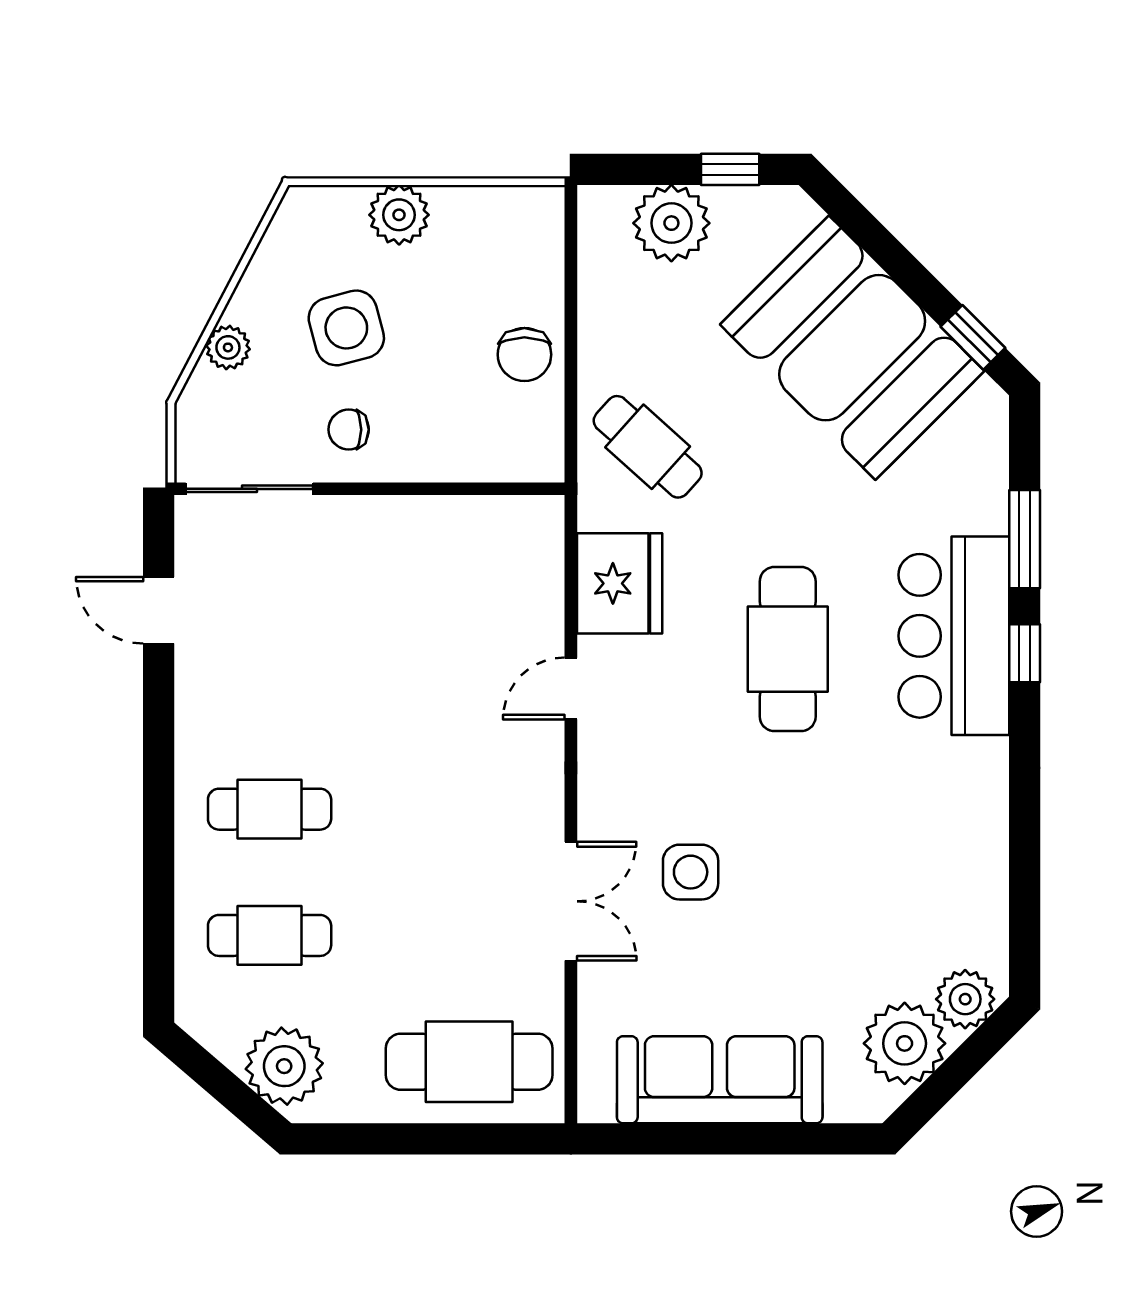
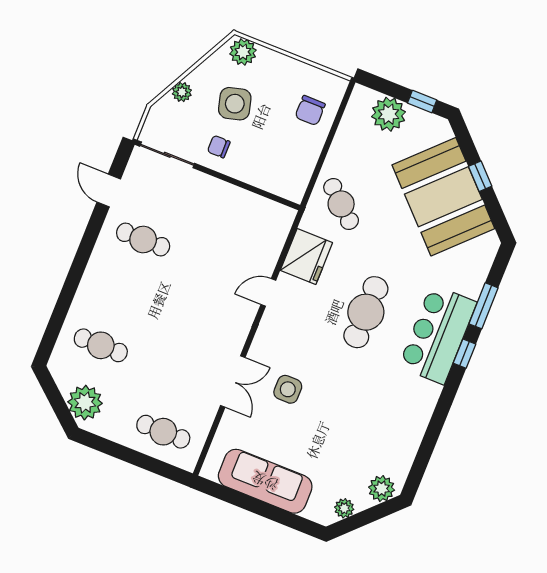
plant: (399, 215) -> (243, 52), moved
window: (973, 337) -> (480, 176), moved
chair: (524, 355) -> (310, 111), moved
cafe table: (270, 809) -> (143, 240), moved
plant: (905, 1043) -> (344, 508), width x0.53, depth x0.53
cafe table: (469, 1062) -> (163, 432), width x0.73, depth x0.74

